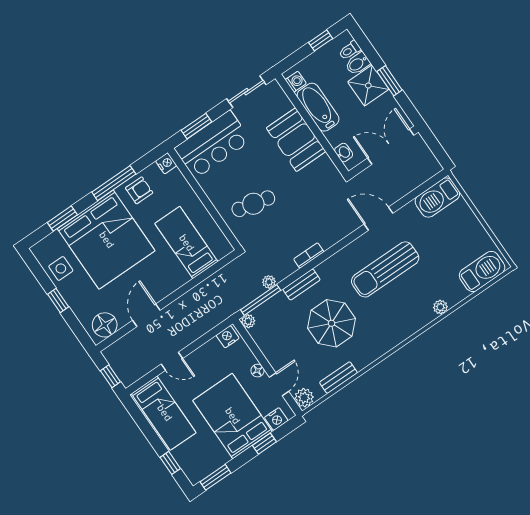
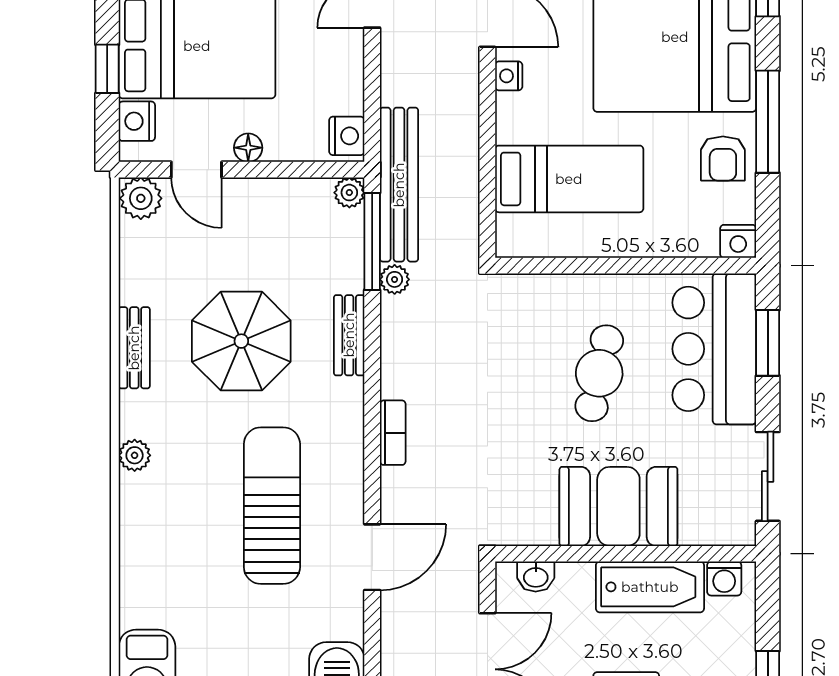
cafe table: (253, 204) -> (599, 373), moved
bookcase: (309, 255) -> (393, 433), moved
nightstand: (163, 292) -> (509, 76), added
bench: (232, 305) -> (399, 185), added
plant: (440, 307) -> (135, 455), moved
bench: (338, 378) -> (134, 348), moved

